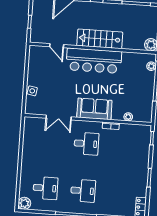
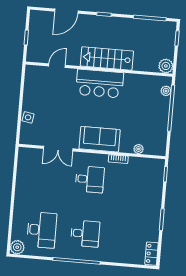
door: (57, 46) -> (57, 66), swing flipped
bar counter: (94, 61) -> (100, 84), width x0.73
desk: (45, 188) -> (42, 230), width x1.37

